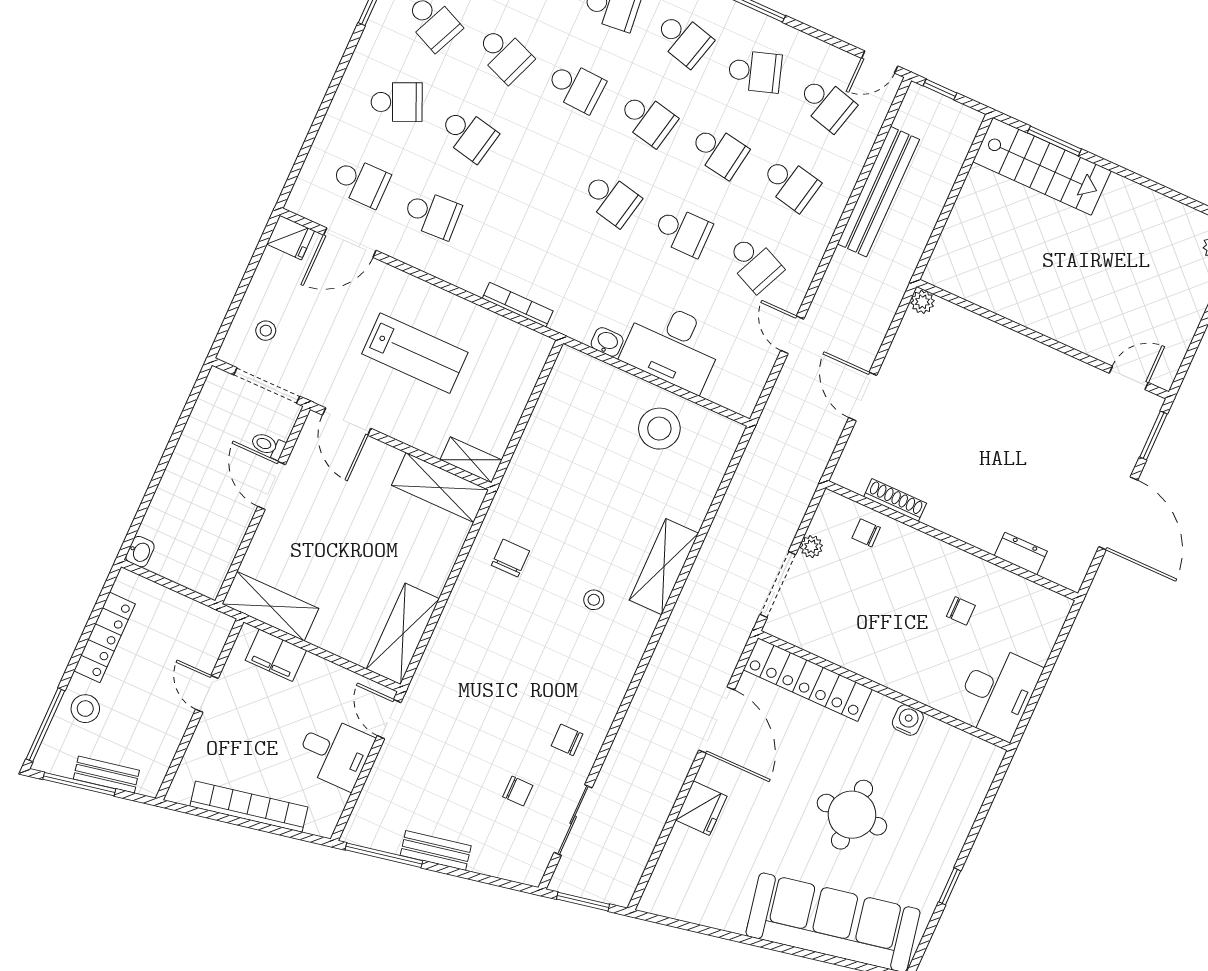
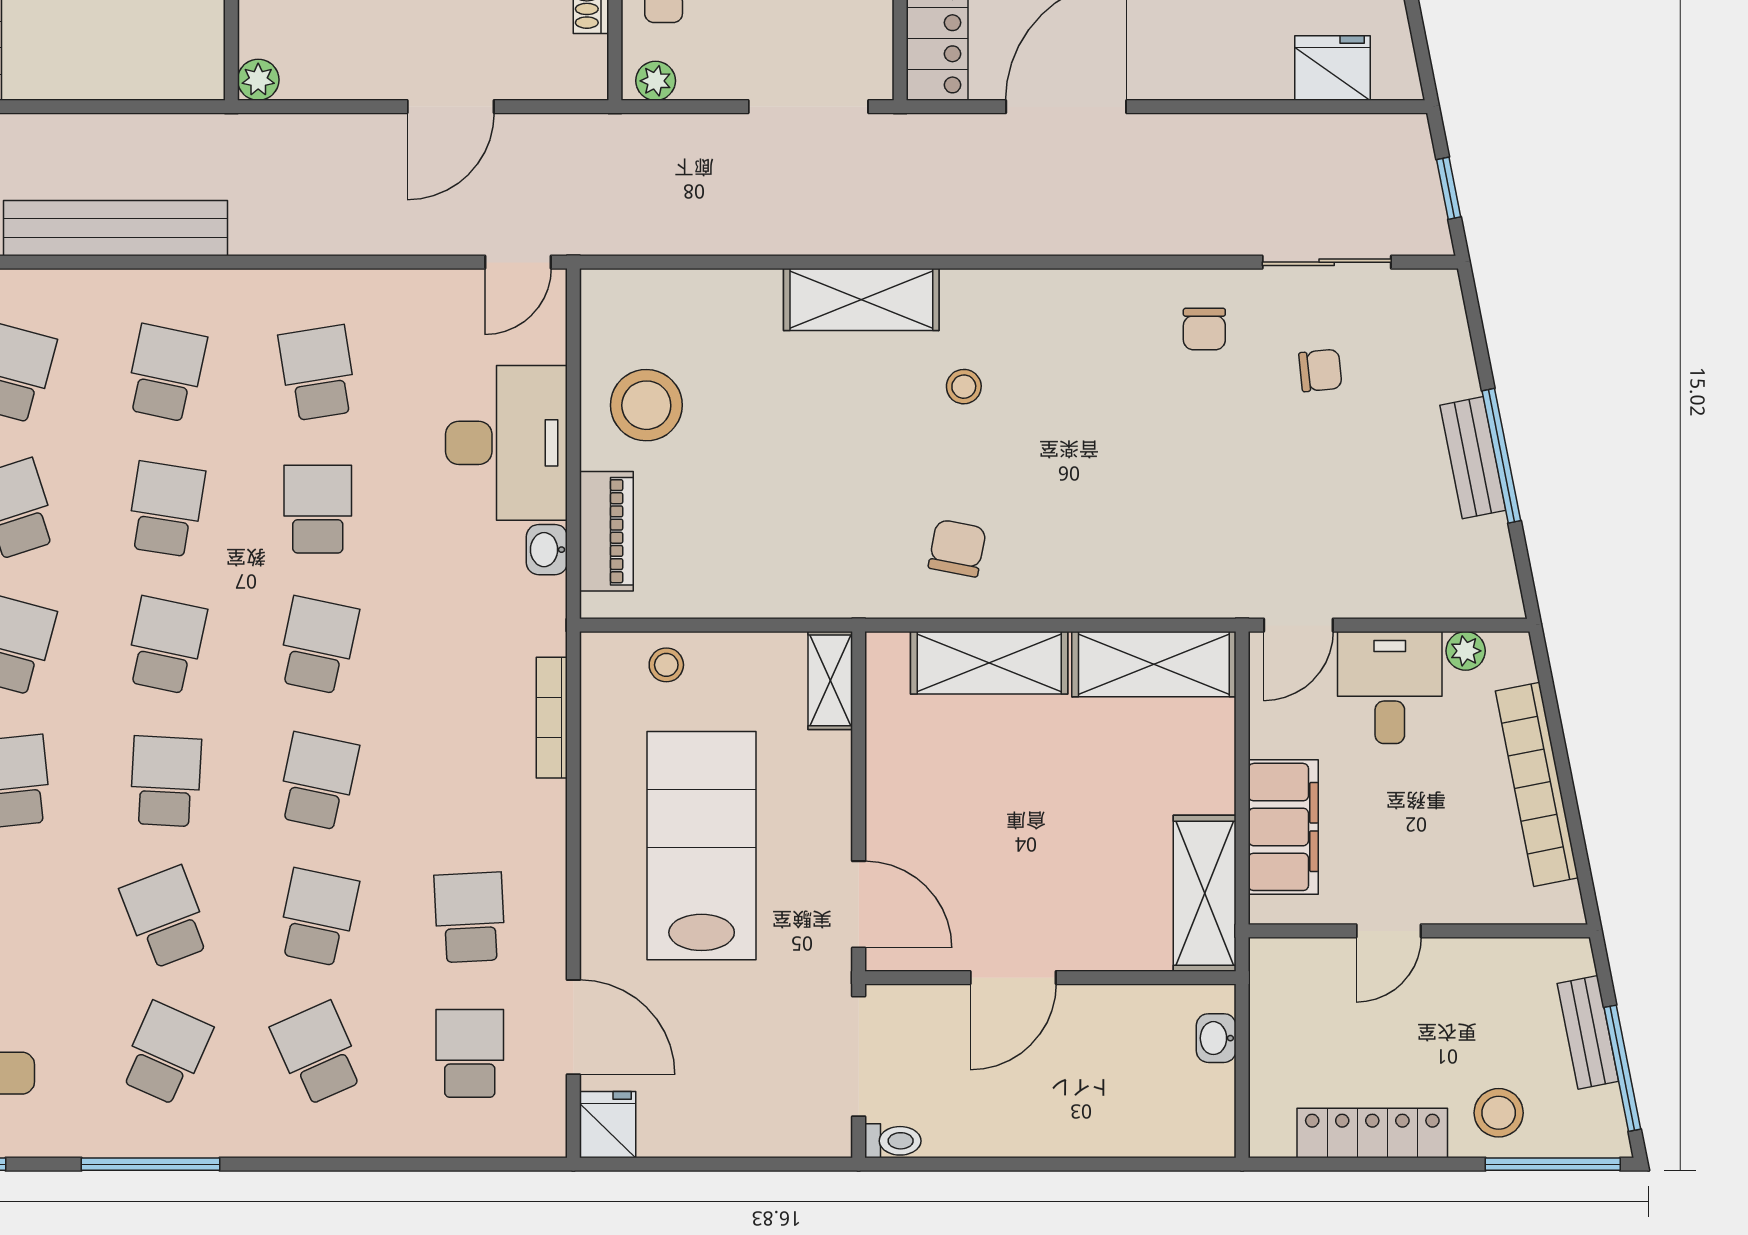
school desk: (504, 54) -> (166, 917), turned -42
school desk: (540, 167) -> (318, 781), added
school desk: (754, 263) -> (318, 373), turned -33
stool: (266, 331) -> (666, 665), moved
door: (792, 335) -> (518, 262), moved
lab bench: (415, 353) -> (702, 846), width x1.36, depth x1.39
piano: (603, 378) -> (606, 531), added
door: (347, 422) -> (859, 904), hinge flipped
toilet: (268, 445) -> (893, 1141), moved, turned -90
shelving: (440, 488) -> (989, 663), moved, turned 90
plant: (811, 547) -> (656, 81), moved
washbasin: (140, 552) -> (1216, 1038), moved, turned -90
chair: (510, 558) -> (957, 548), turned 101
filing cabinet: (276, 655) -> (1283, 827), width x1.50, depth x1.17
chair: (518, 791) -> (1320, 370), turned 84
plant: (336, 801) -> (1466, 651), added
fridge: (701, 808) -> (1333, 68), moved
window: (384, 855) -> (1501, 456), moved
window: (583, 902) -> (1449, 188), width x0.67

